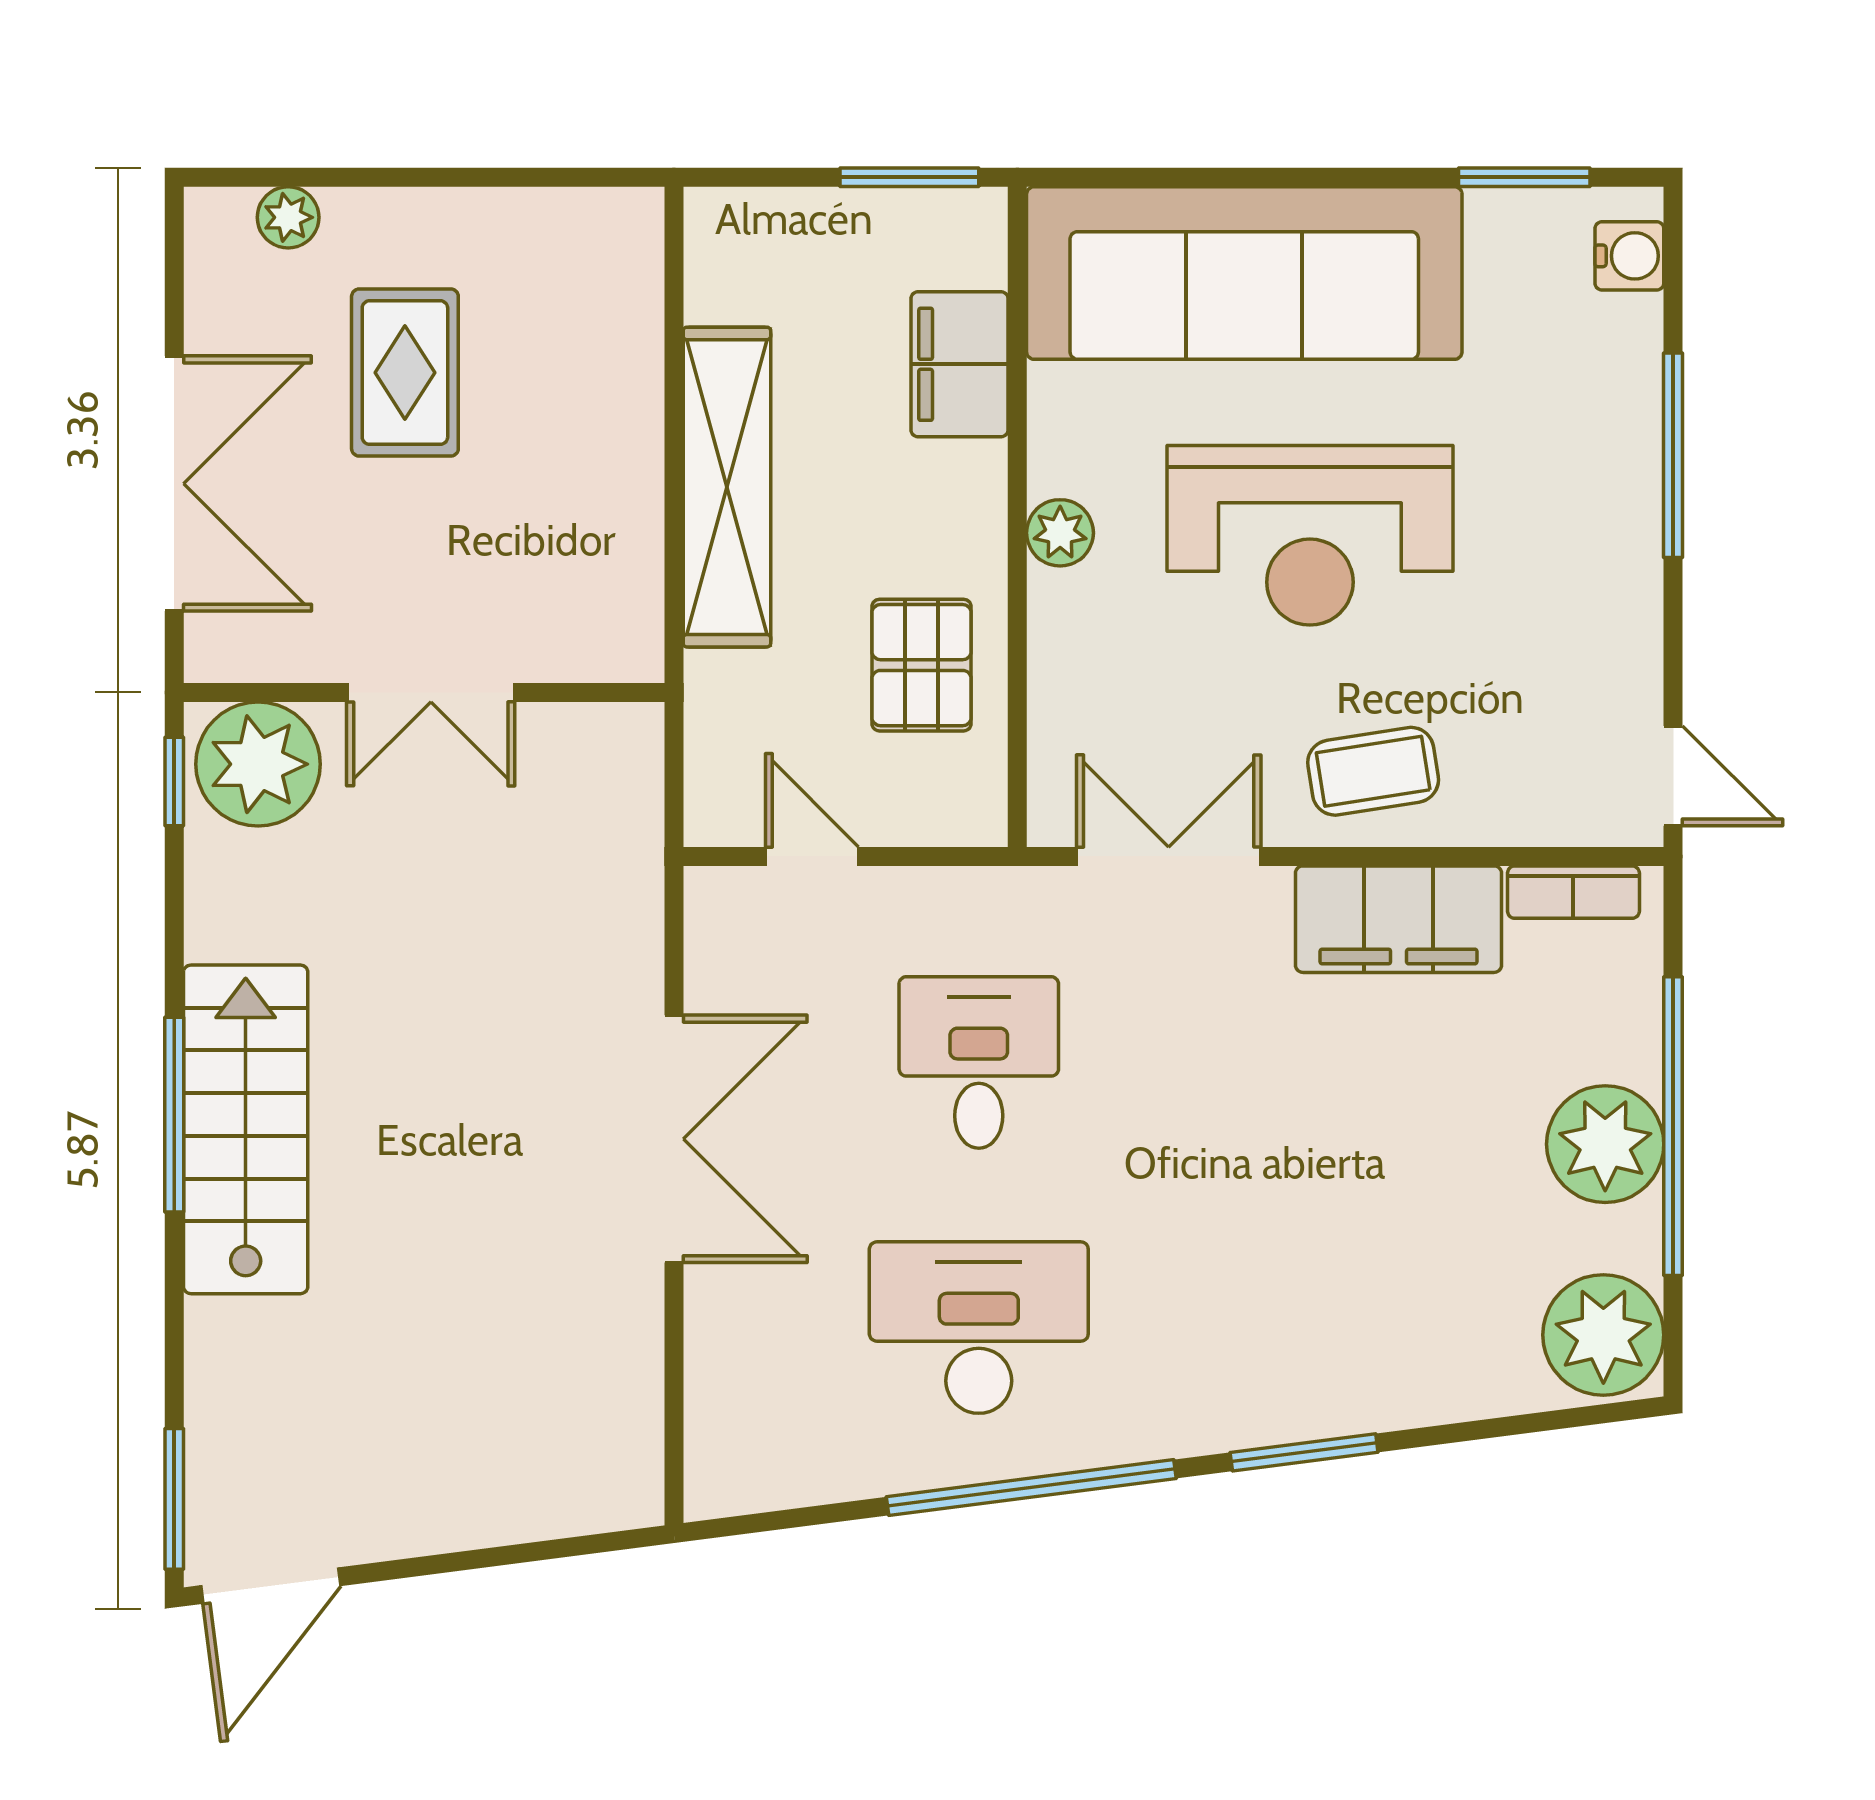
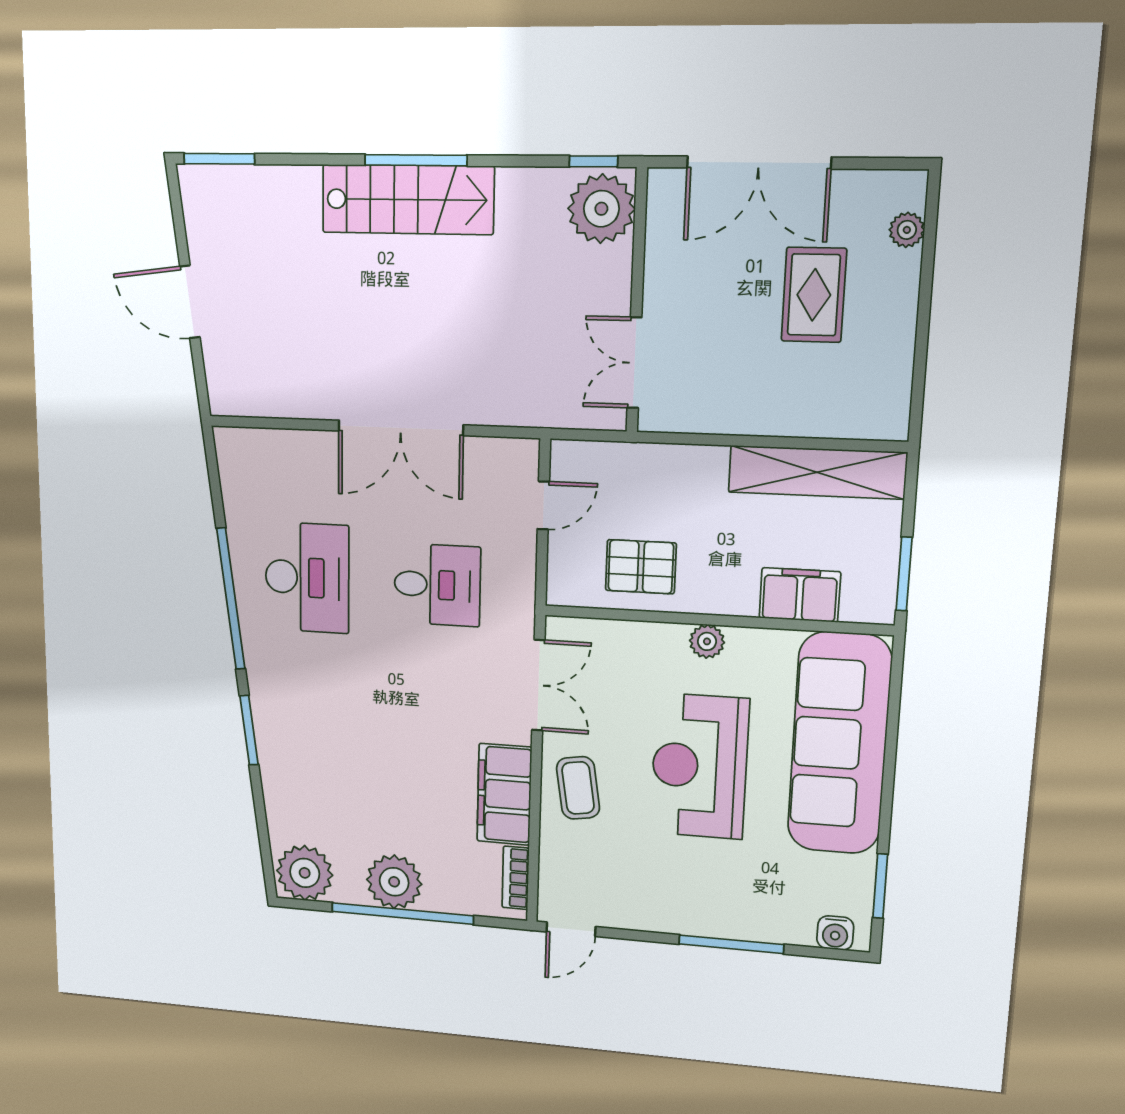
rug: (405, 373) -> (814, 295), turned 90
shelving: (727, 487) -> (817, 472), moved
double door: (431, 693) -> (634, 363), moved
door: (271, 1586) -> (190, 302), moved

